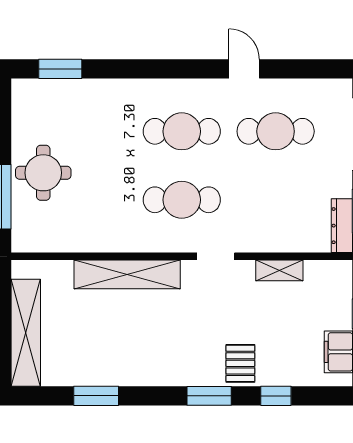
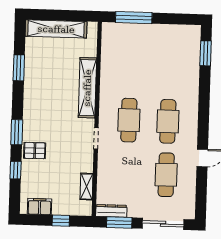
round table: (43, 173) -> (147, 42), removed
shelving: (279, 270) -> (87, 187), moved

